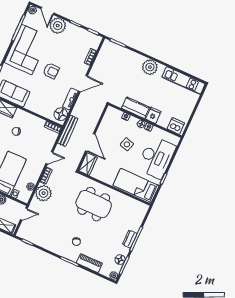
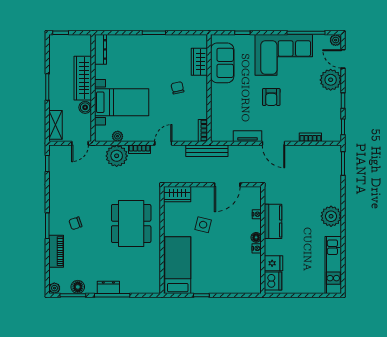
door: (47, 11) -> (343, 59), hinge flipped
floor lamp: (61, 114) -> (223, 133), removed
fridge: (153, 115) -> (274, 263), moved
door: (90, 142) -> (227, 185), moved
side table: (127, 144) -> (203, 225), moved
desk: (156, 157) -> (224, 275), removed
door: (49, 158) -> (163, 143), swing flipped
door: (24, 214) -> (80, 143), hinge flipped

